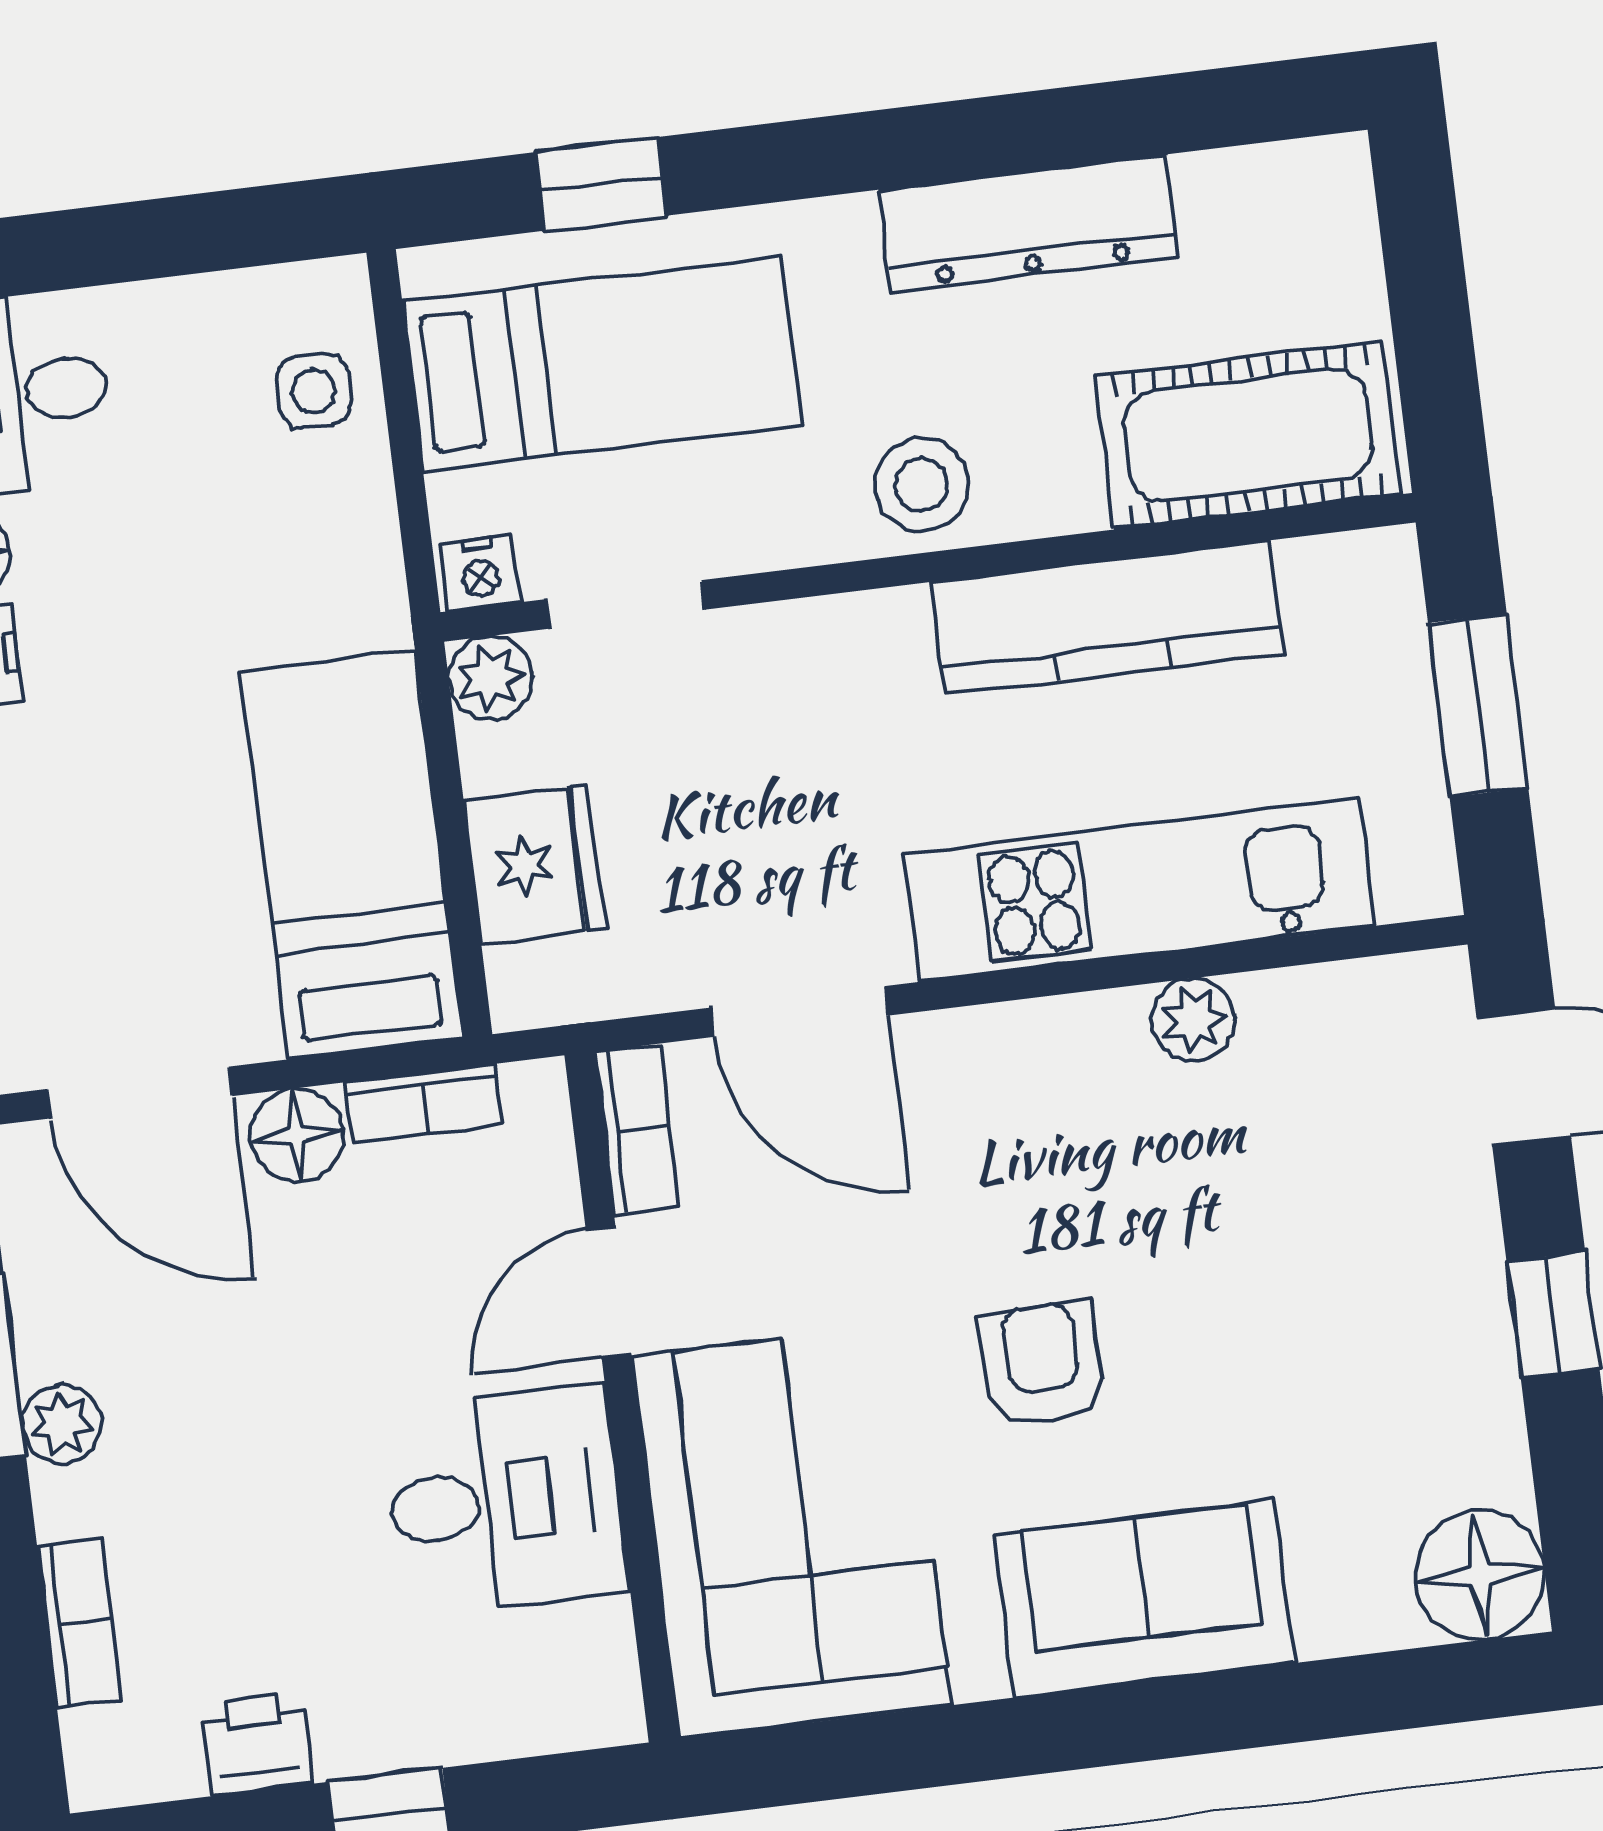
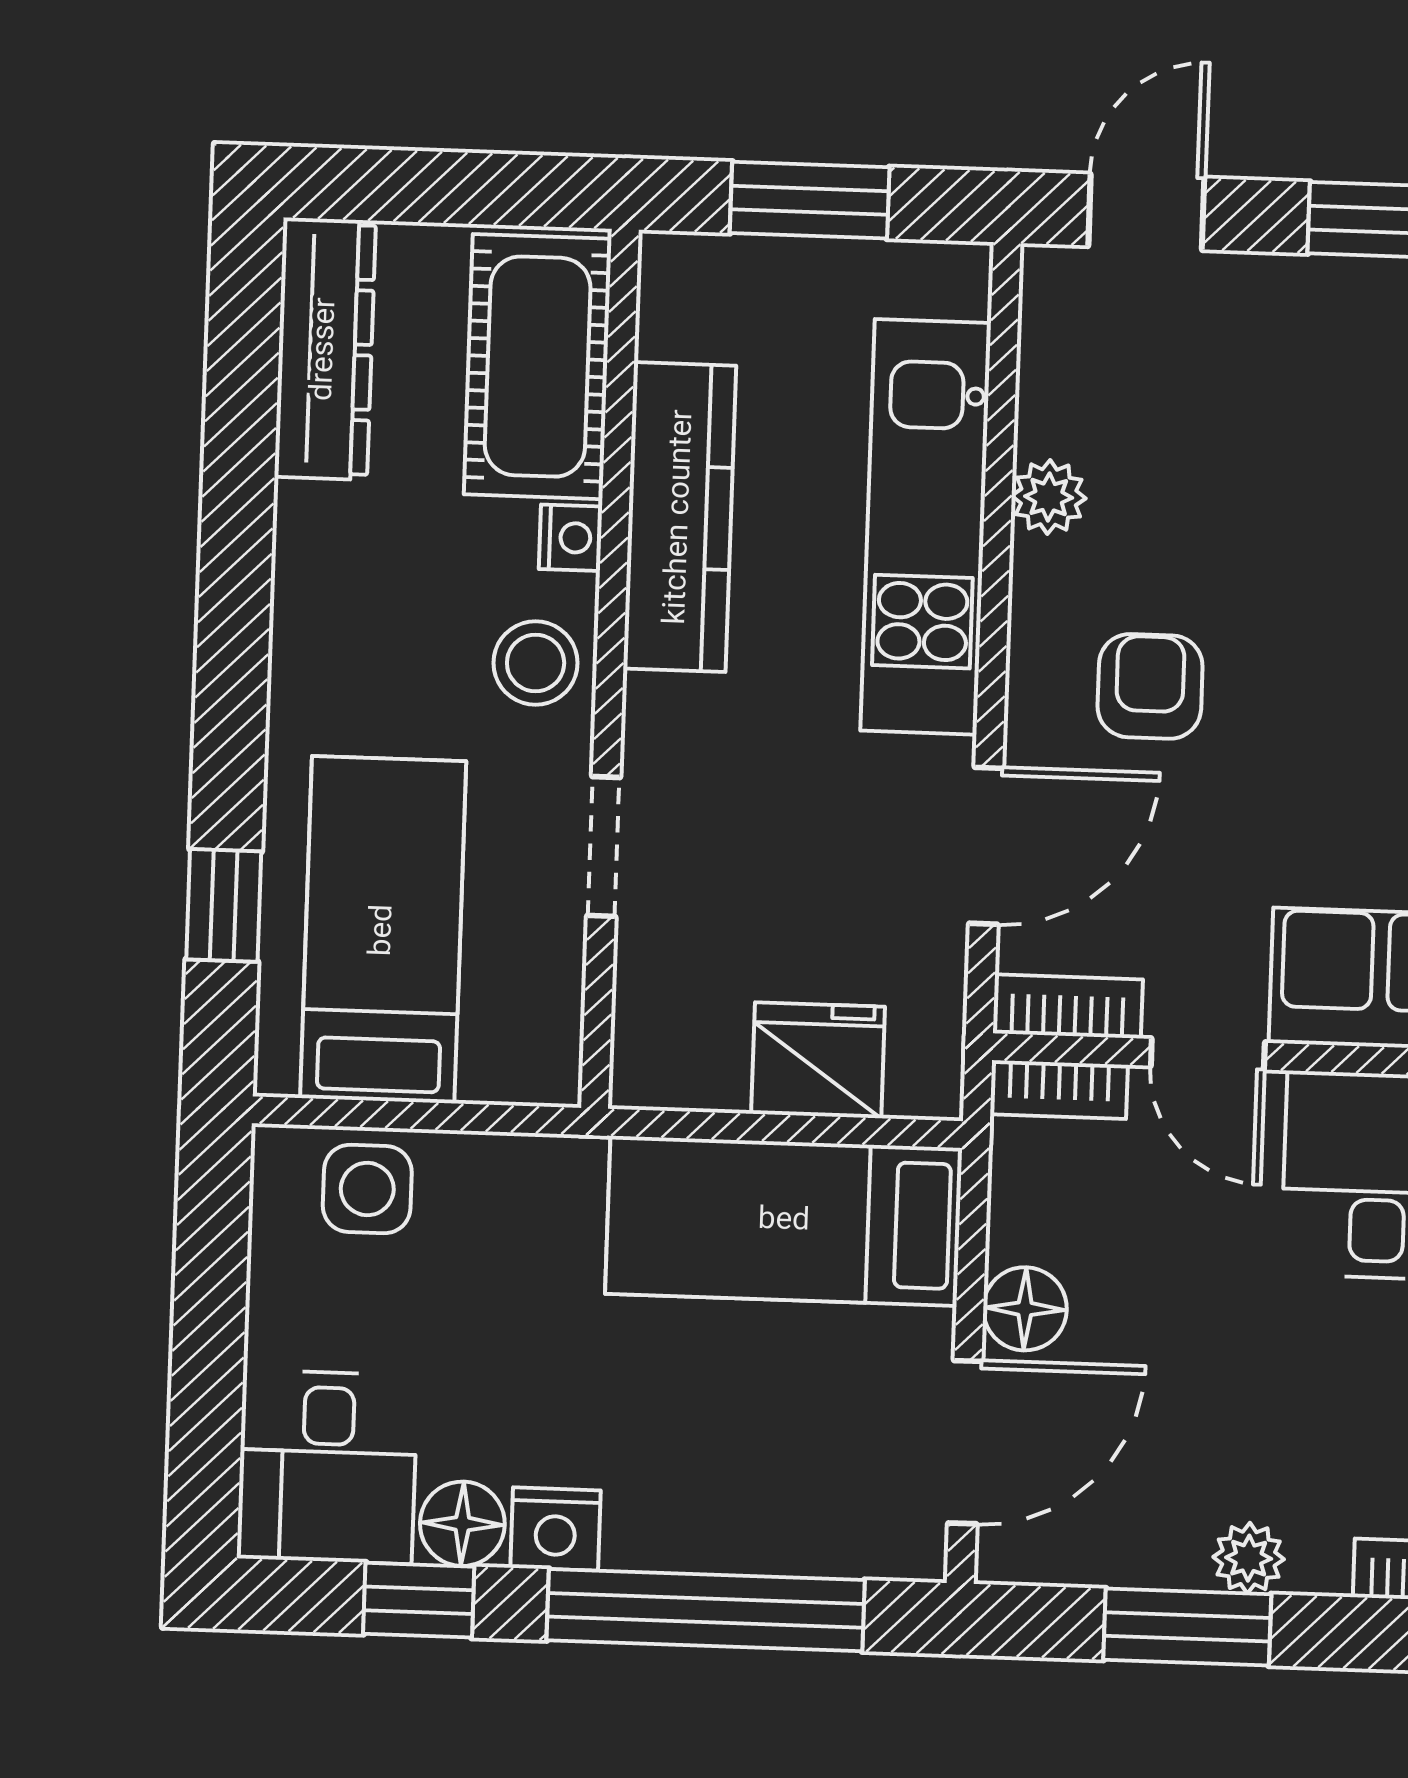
dresser: (1028, 223) -> (325, 349), moved
side table: (314, 391) -> (367, 1189), width x1.37, depth x1.37
nightstand: (480, 573) -> (571, 538), moved
doorway: (626, 604) -> (604, 847), moved
plant: (491, 678) -> (647, 1073), removed
bookcase: (424, 1103) -> (1059, 1090), moved, turned 90
armchair: (1042, 1364) -> (1150, 686), moved, turned 92

